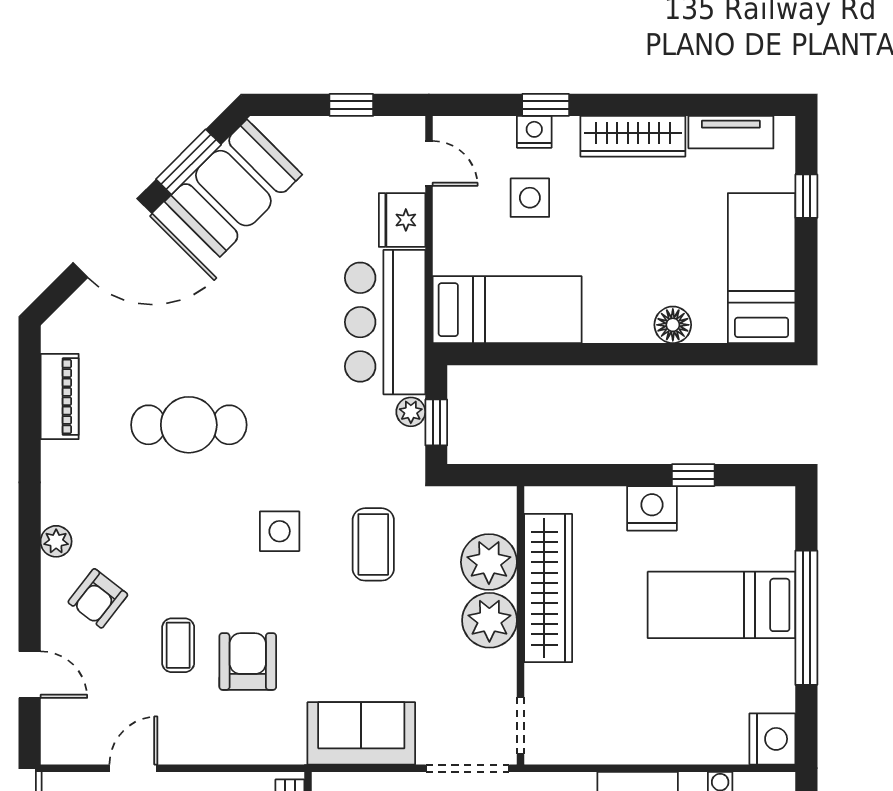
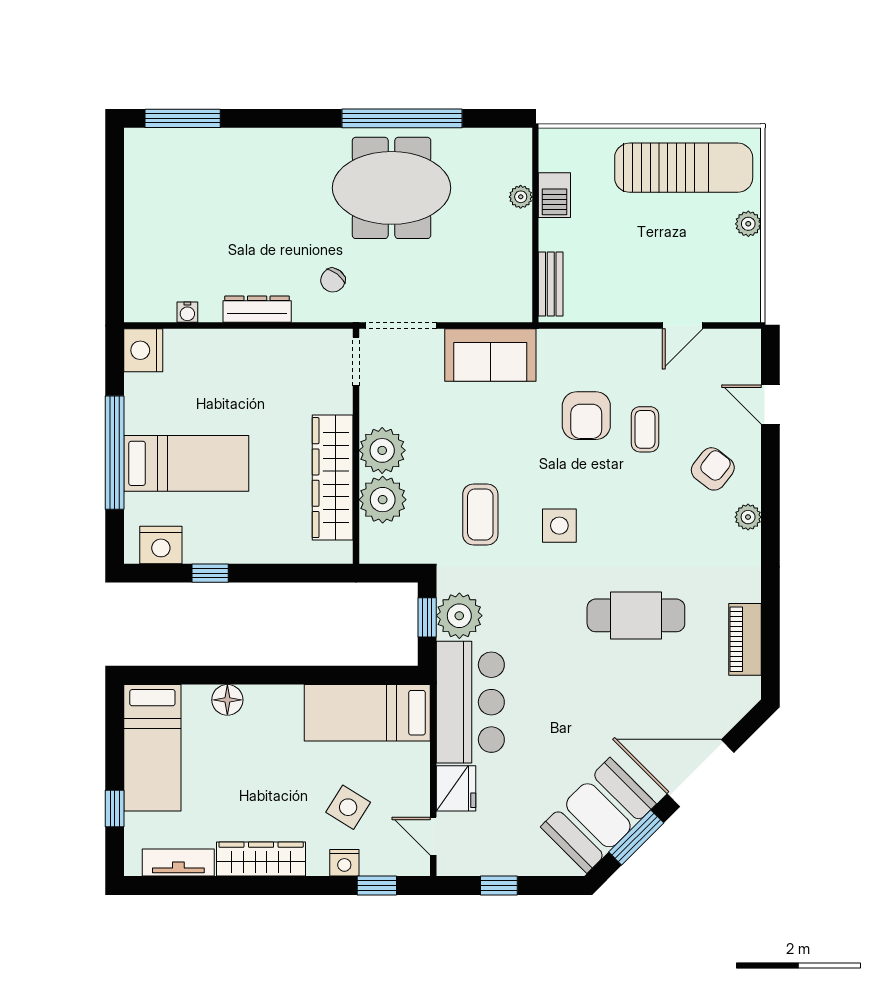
window: (546, 105) -> (377, 885), moved
side table: (530, 198) -> (348, 807), turned 32
plant: (411, 412) -> (459, 616), width x1.87, depth x1.87
nightstand: (652, 508) -> (161, 545), moved

